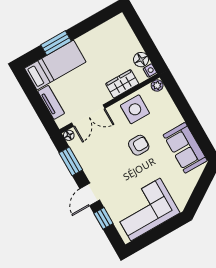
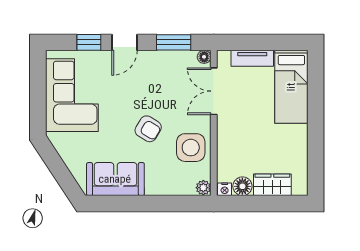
window: (56, 43) -> (316, 102), removed
wardrobe: (122, 84) -> (272, 185), moved, turned -90
armchair: (139, 145) -> (148, 129), turned -59
door: (90, 194) -> (125, 42), swing flipped

